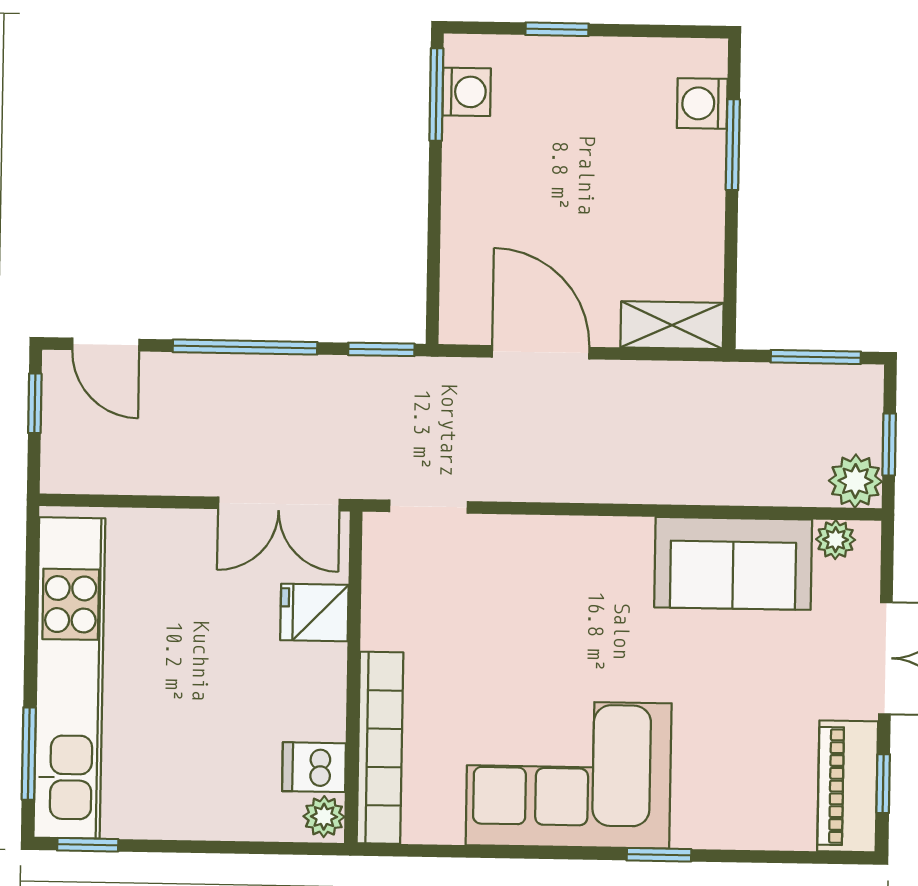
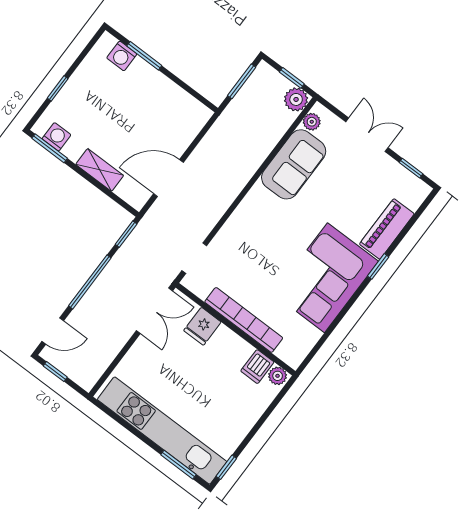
shelving: (672, 325) -> (100, 170), moved, turned 90
bookcase: (380, 748) -> (244, 320), moved
piano: (848, 786) -> (387, 229), moved, turned 90

